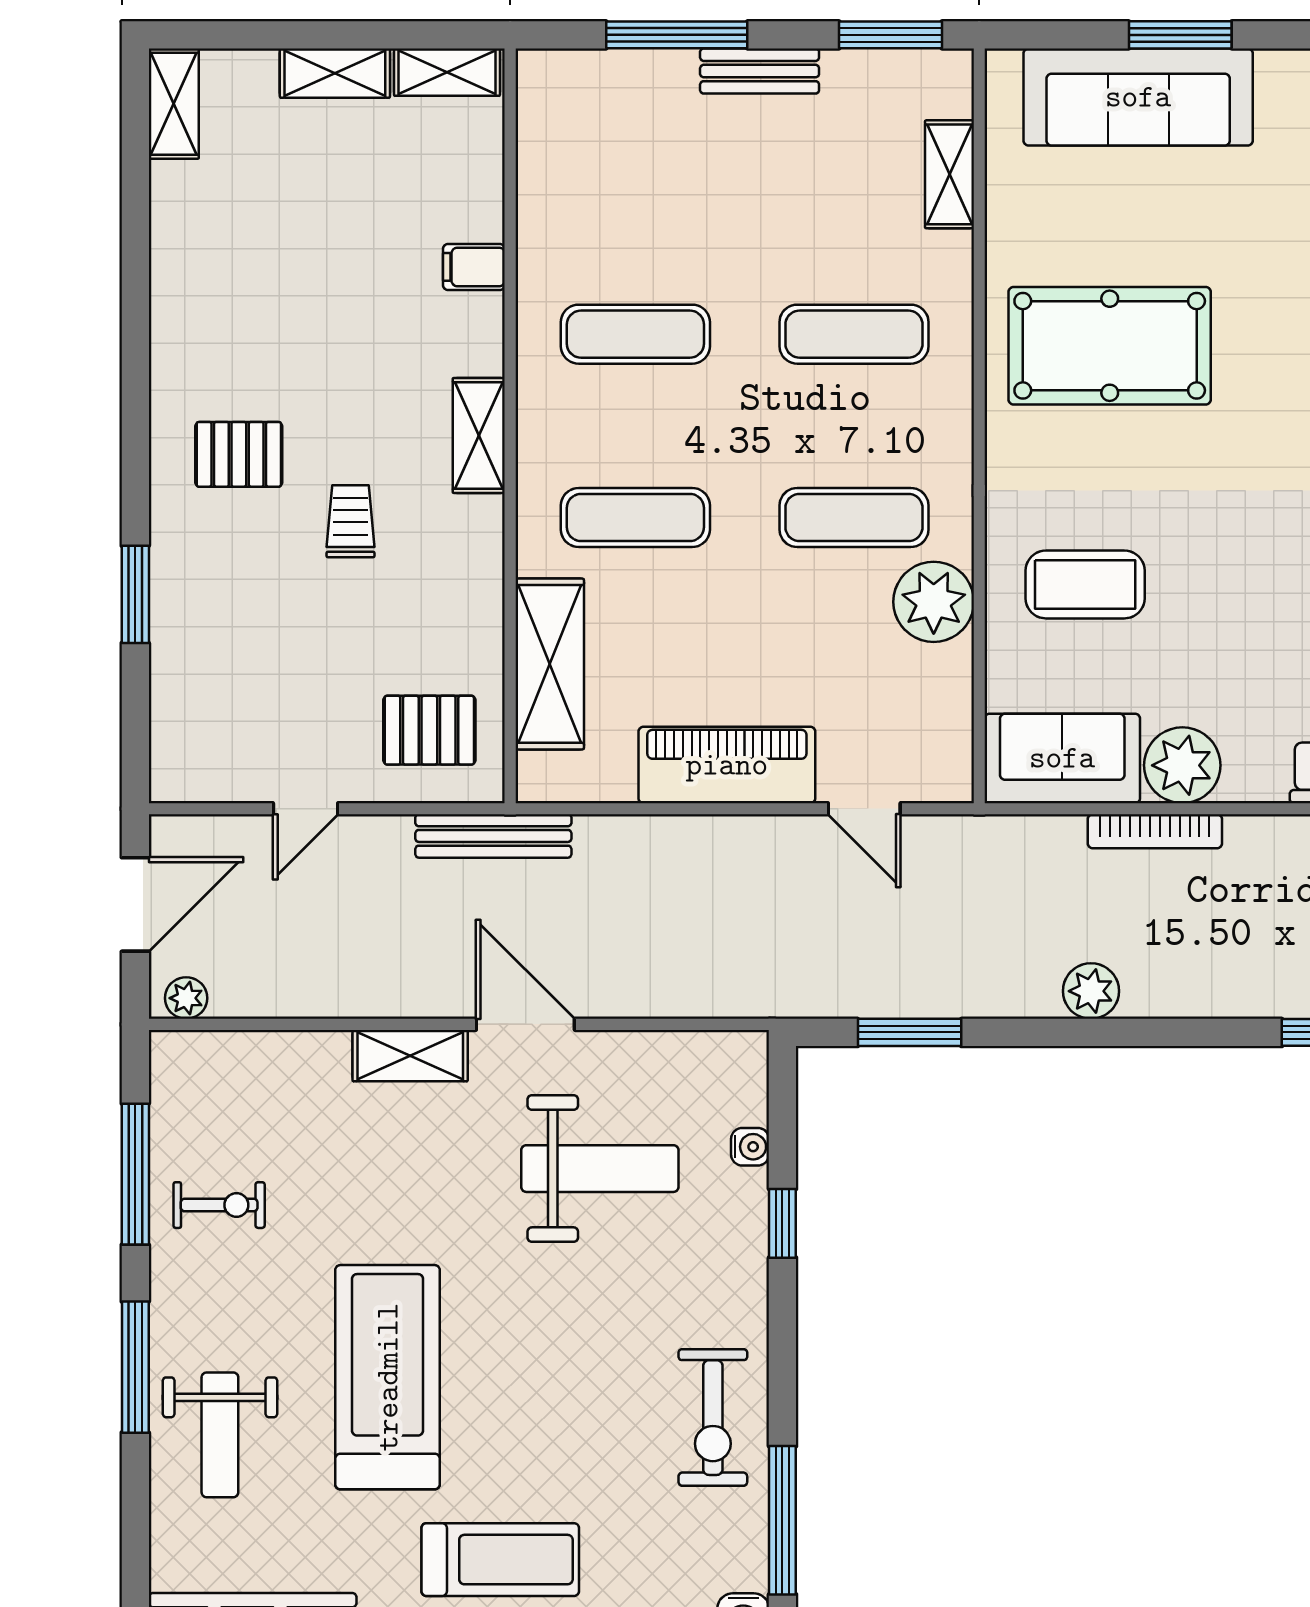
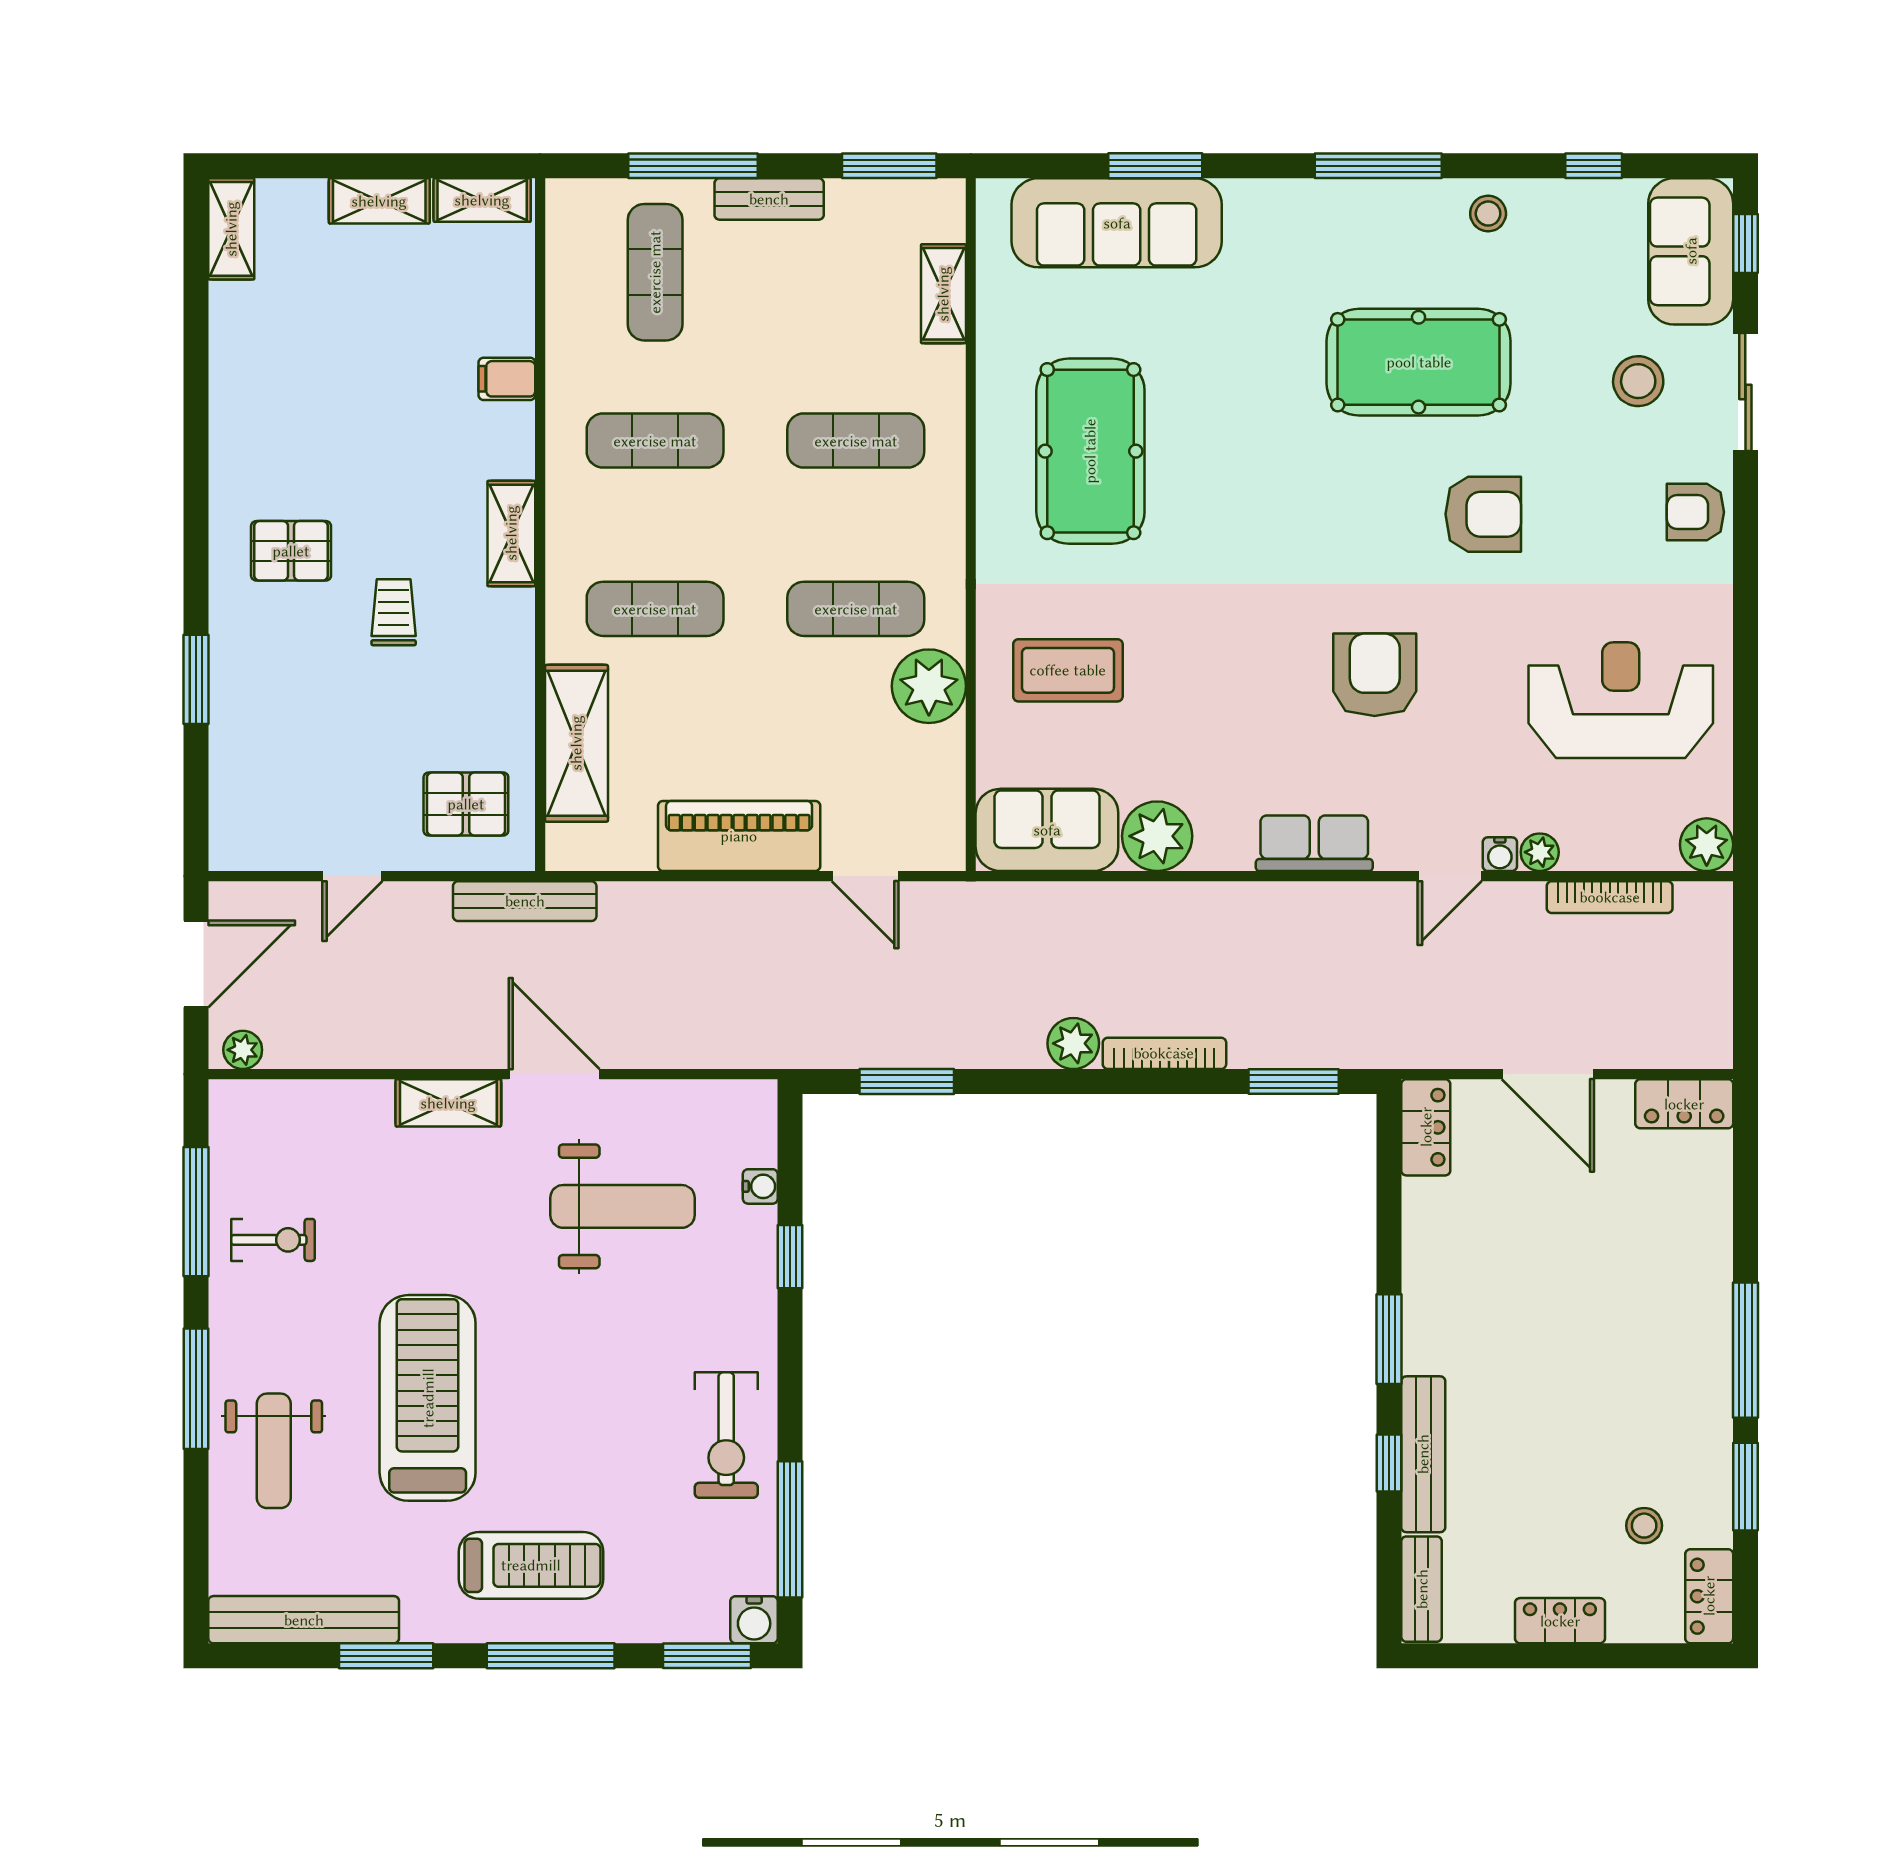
exercise mat: (635, 151) -> (655, 272), added
pool table: (1110, 346) -> (1090, 451), turned 90
bookcase: (1155, 831) -> (1164, 1053), moved, turned 180

